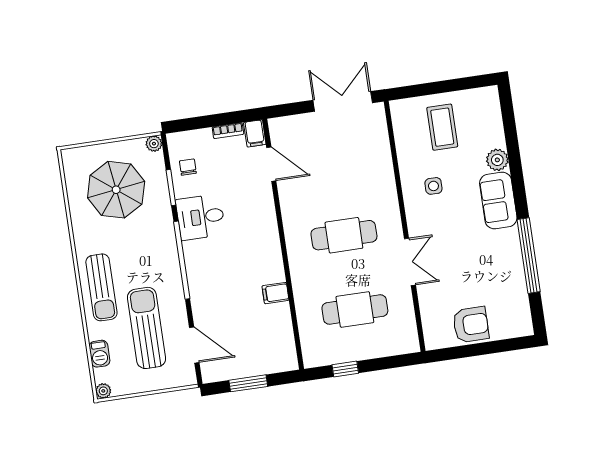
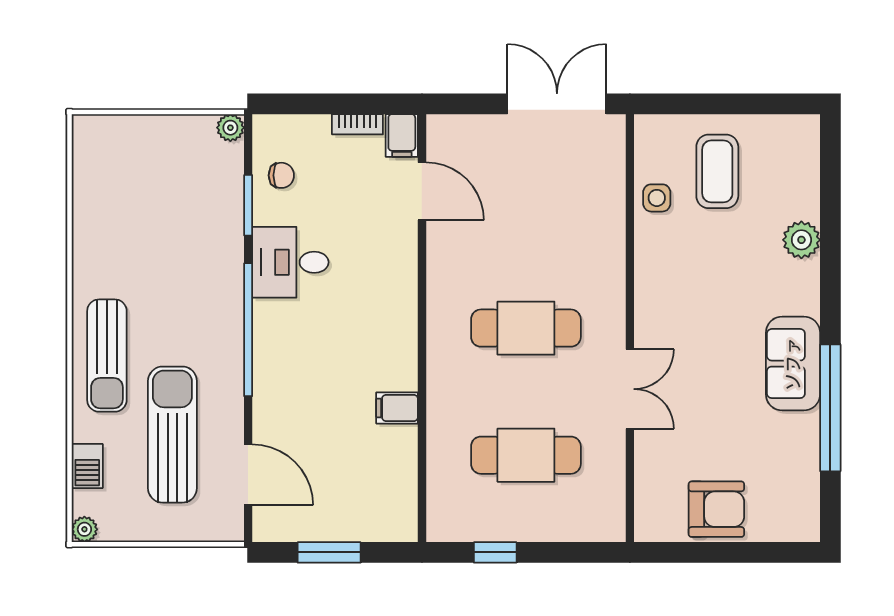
chair: (188, 167) -> (281, 175), turned 90
side table: (433, 186) -> (657, 198), moved
parasol: (116, 190) -> (156, 196), removed
sofa: (498, 201) -> (793, 364), moved

